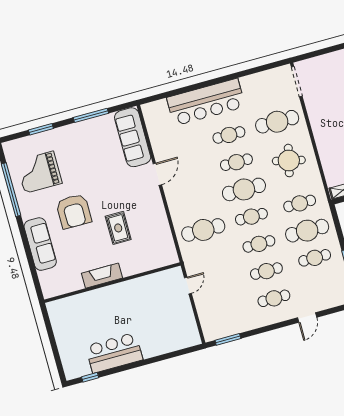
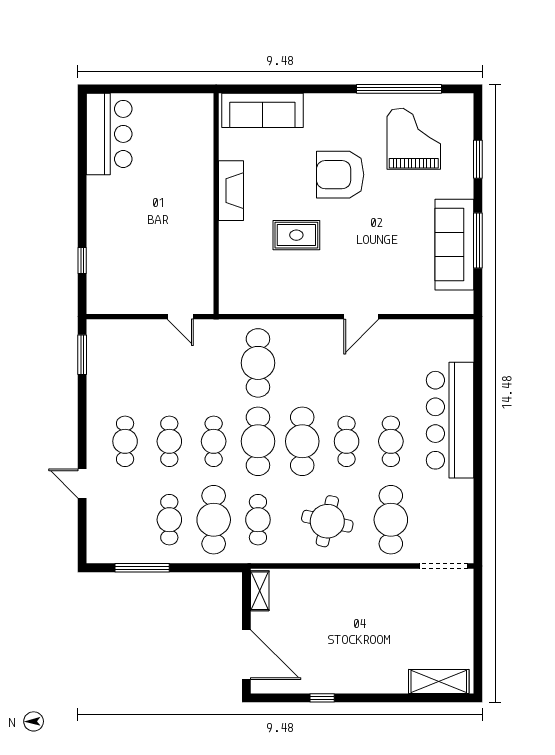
sofa: (133, 137) -> (454, 245), moved, turned -90
door: (157, 174) -> (361, 317), hinge flipped
cafe table: (251, 217) -> (258, 441), width x1.37, depth x1.35
sofa: (40, 244) -> (262, 110), moved
bar counter: (114, 353) -> (109, 134), moved
window: (90, 377) -> (82, 260), moved

